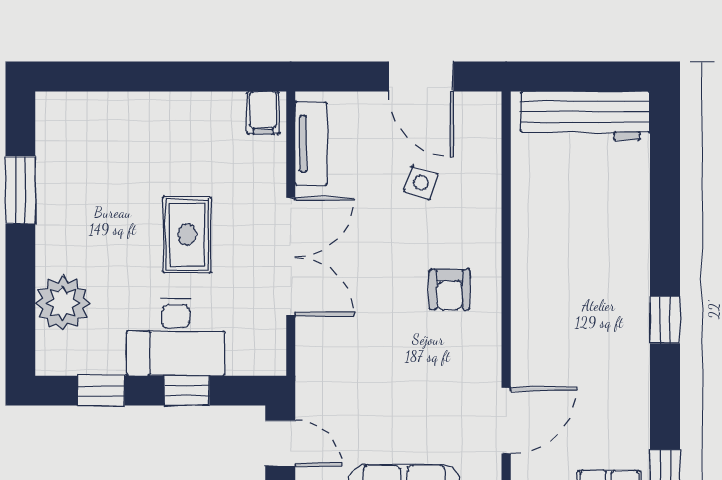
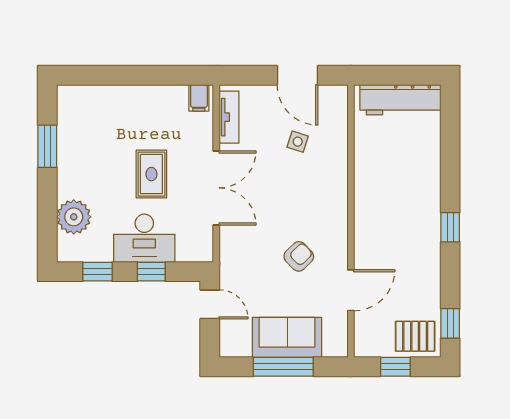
armchair: (449, 289) -> (299, 256), moved, turned -134

